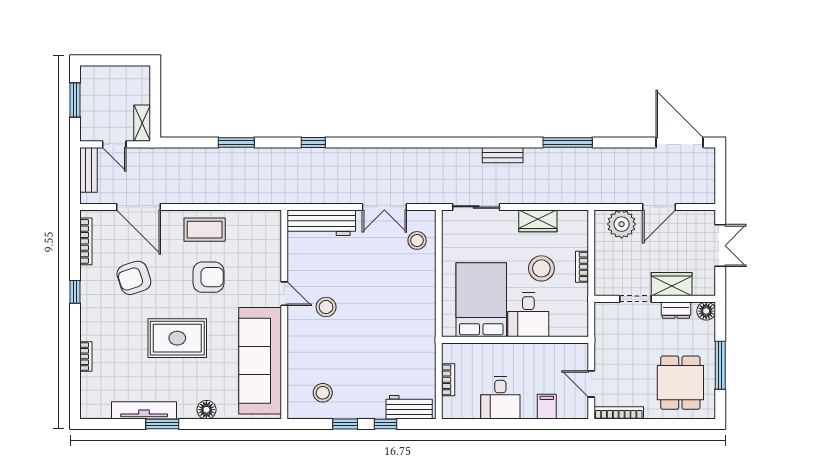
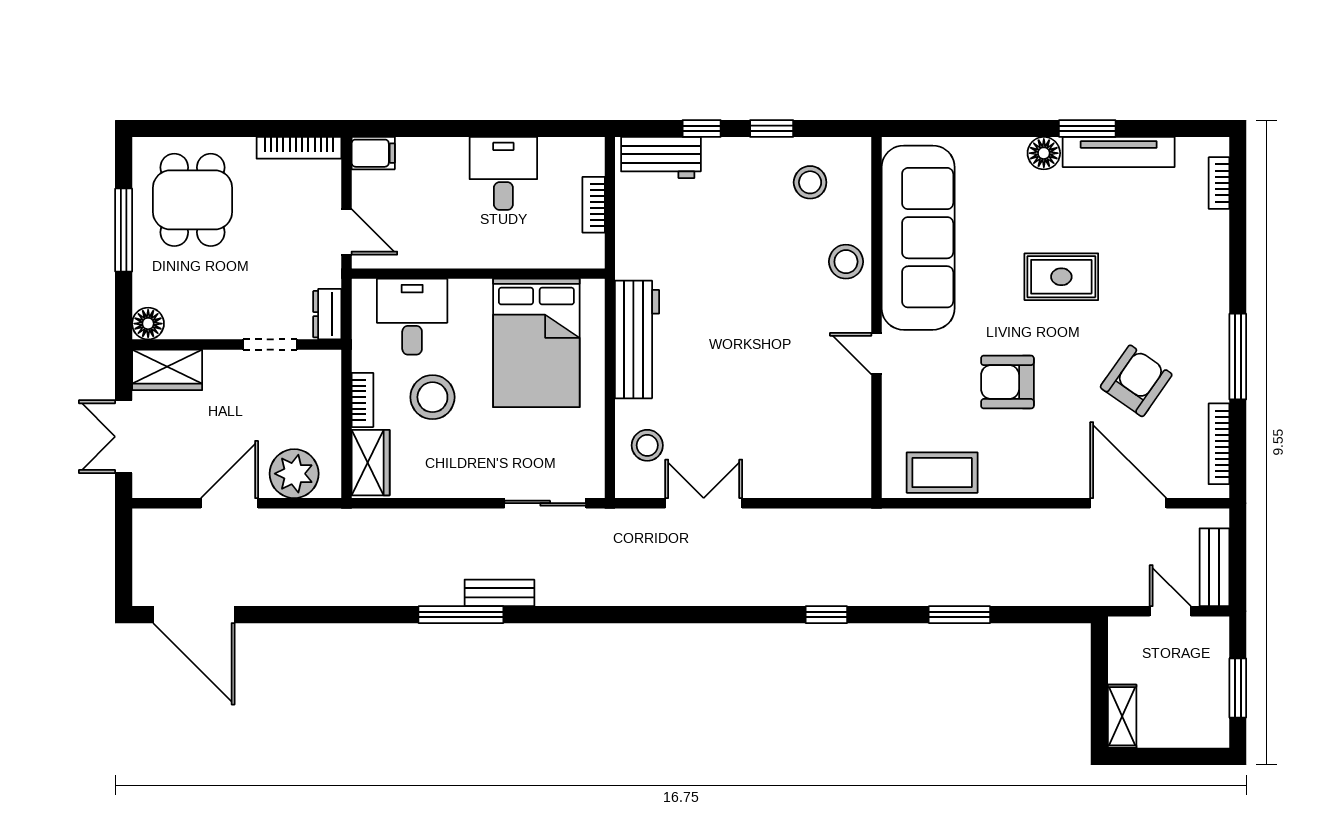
shelving: (142, 123) -> (1122, 716), moved
window: (568, 142) -> (461, 615), moved
wardrobe: (538, 221) -> (371, 463), moved, turned 90
workbench: (321, 223) -> (637, 339), moved, turned 90
coffee table: (205, 230) -> (942, 473), moved
armchair: (134, 278) -> (1136, 381), turned -37
wardrobe: (672, 284) -> (167, 370), moved
window: (75, 292) -> (1238, 357), width x2.17
stool: (326, 307) -> (846, 262), moved
dresser: (676, 310) -> (327, 314), moved, turned -90
desk: (528, 315) -> (412, 317), moved
rug: (177, 338) -> (1061, 277), width x0.73, depth x0.70
bookcase: (86, 357) -> (1219, 183), moved
door: (591, 384) -> (346, 232), moved
filing cabinet: (547, 407) -> (373, 153), moved, turned -90
floor lamp: (206, 410) -> (1044, 153), moved

